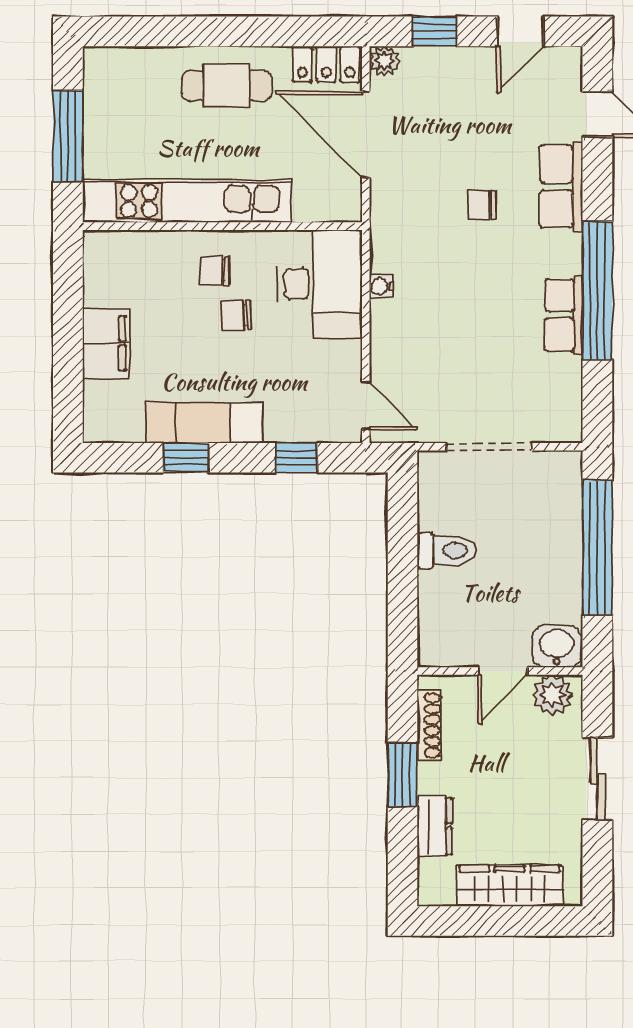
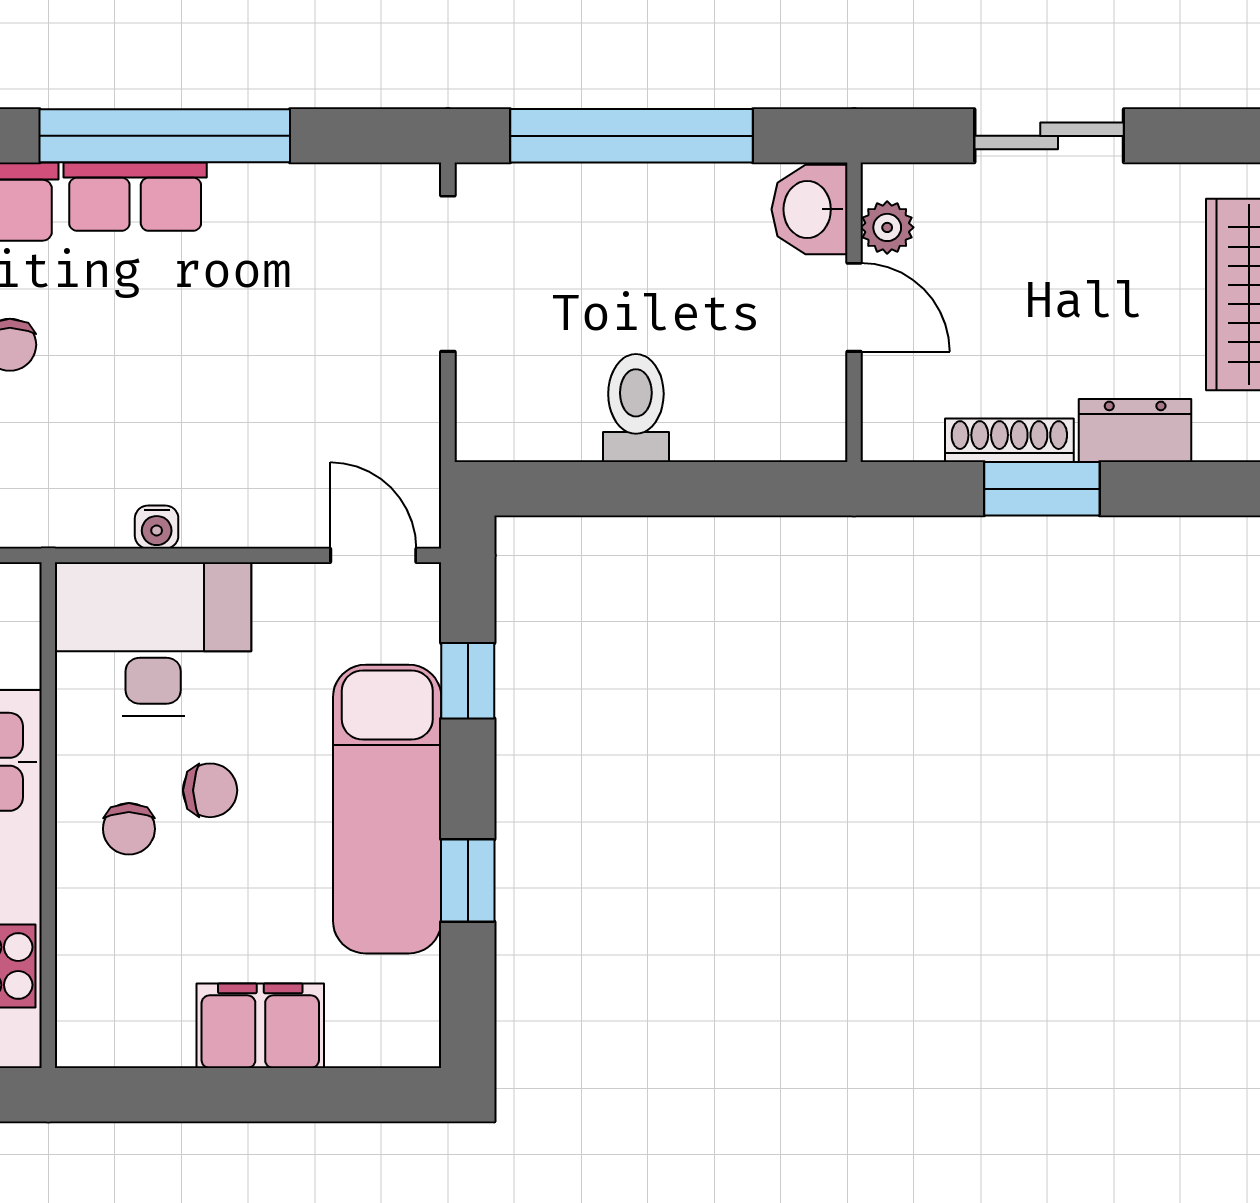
chair: (236, 315) -> (210, 790), turned -88
row of seats: (564, 315) -> (135, 197), moved
door: (366, 406) -> (373, 555), hinge flipped
exam couch: (204, 423) -> (387, 809), width x1.36, depth x1.45
doorway: (489, 447) -> (448, 274), moved
plant: (552, 695) -> (887, 227), width x0.73, depth x0.73
shoe rack: (429, 725) -> (1009, 440), moved

